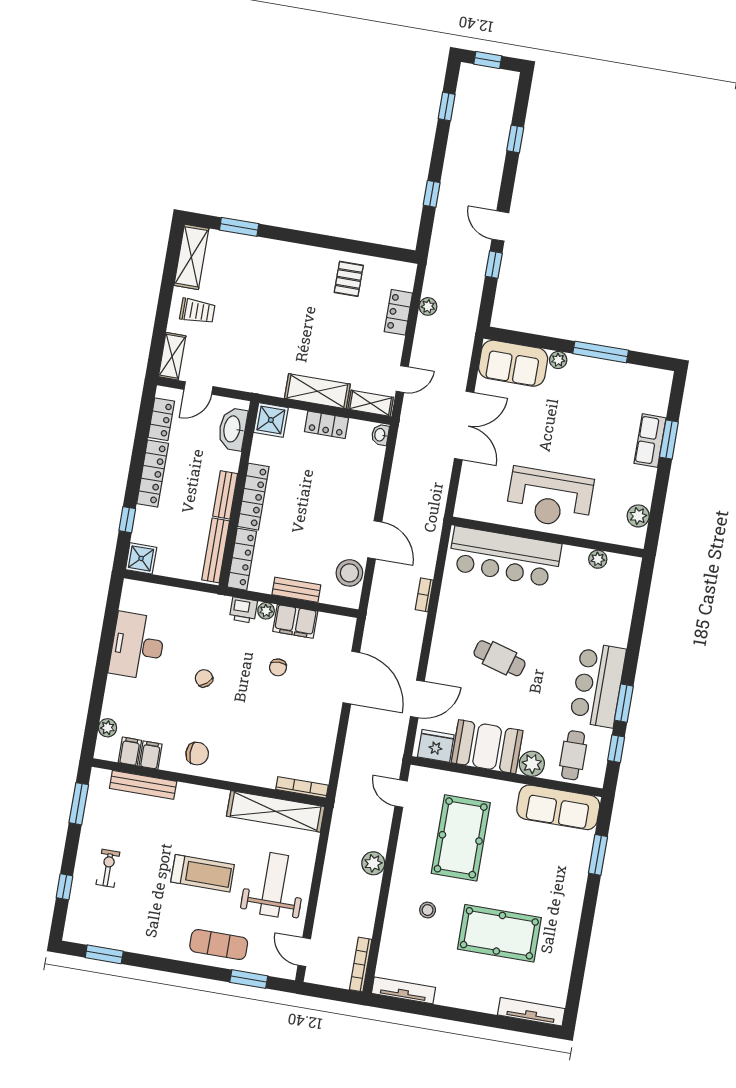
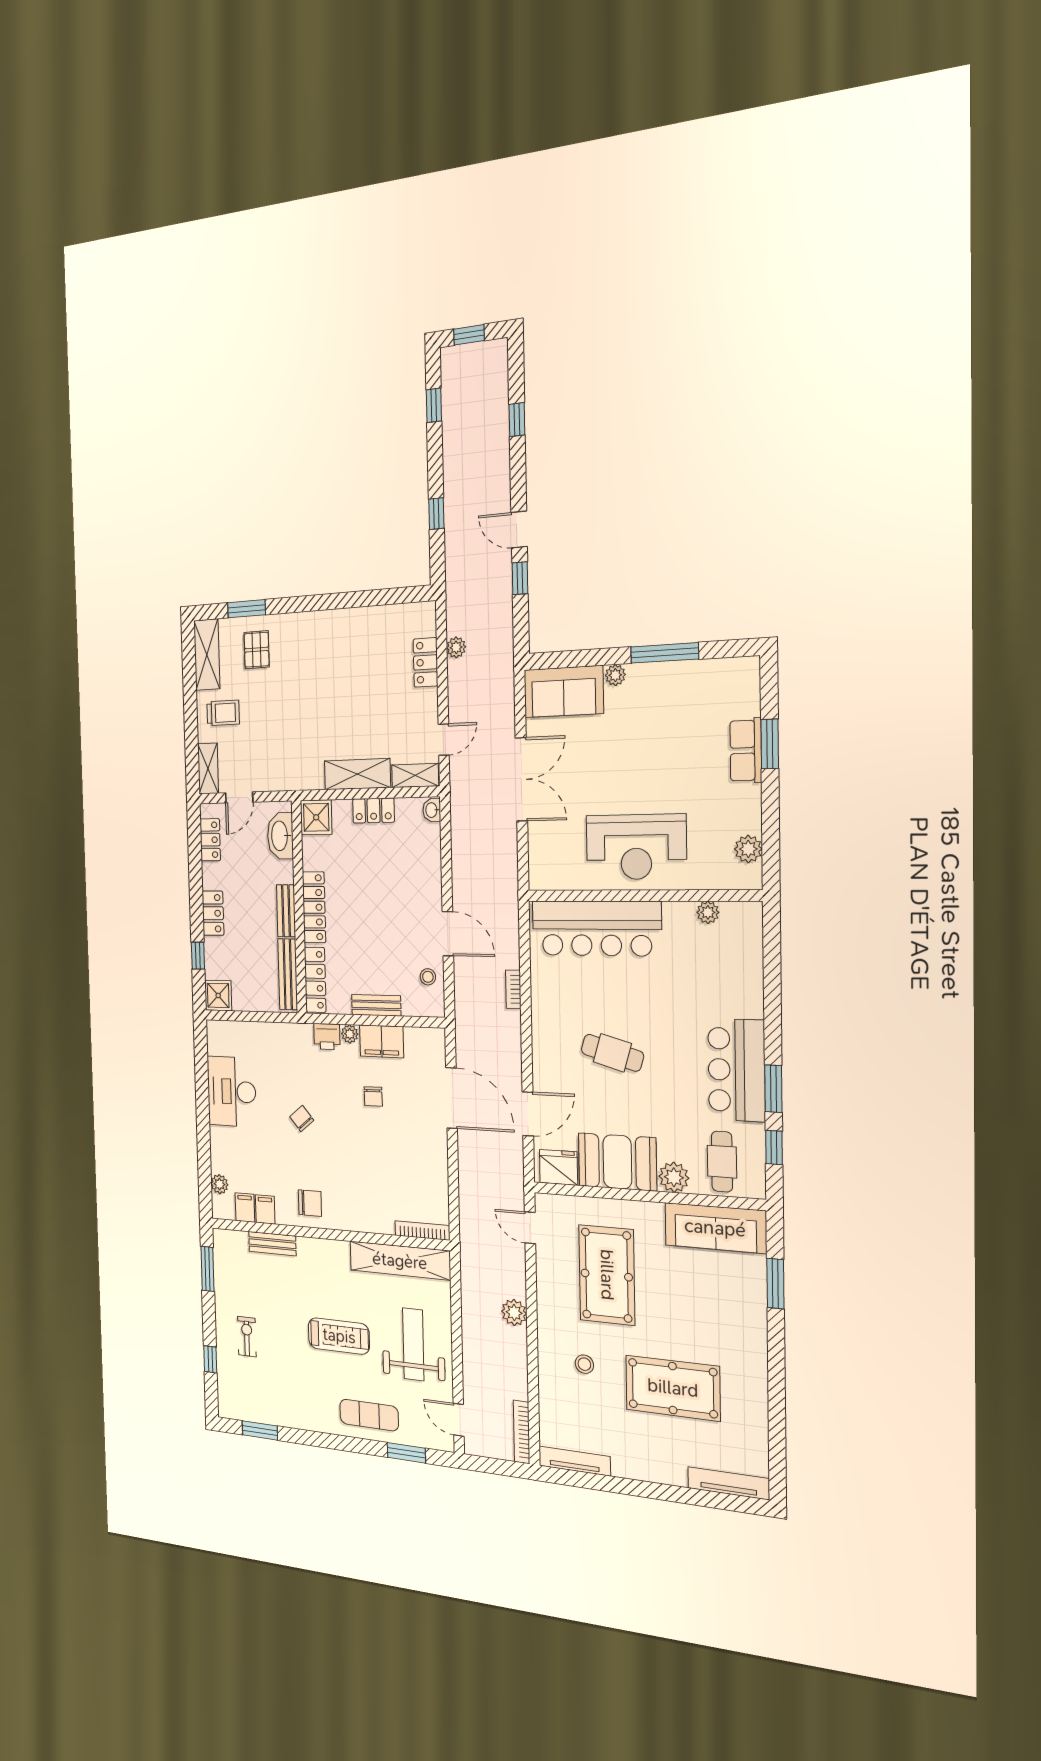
pallet: (349, 279) -> (257, 650), moved
locker: (153, 474) -> (213, 913), width x0.66
stool: (349, 573) -> (428, 977), width x0.53, depth x0.53
bench: (143, 785) -> (272, 1244), width x0.73

